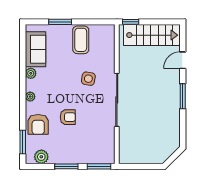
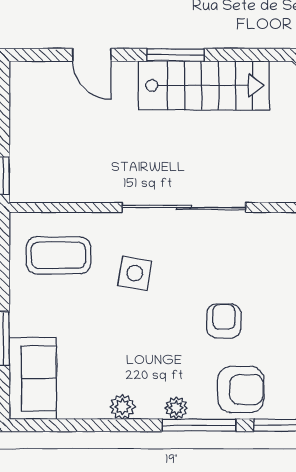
stairs: (152, 35) -> (204, 86), moved, turned 90
coffee table: (81, 40) -> (58, 255), moved
sofa: (35, 49) -> (33, 378), moved, turned 90
window: (23, 106) -> (199, 425), added

